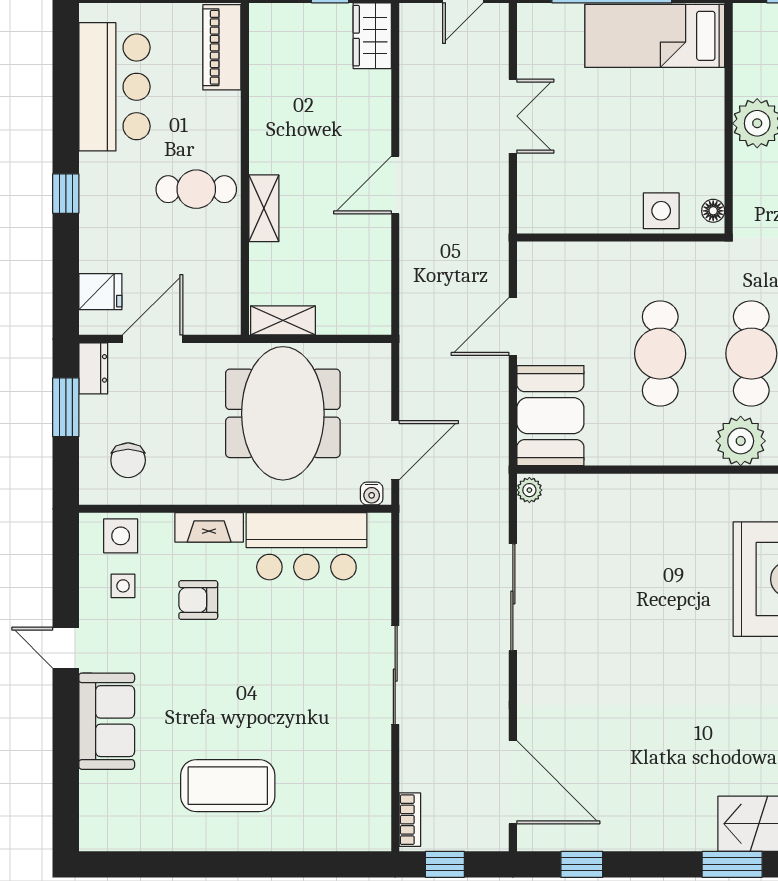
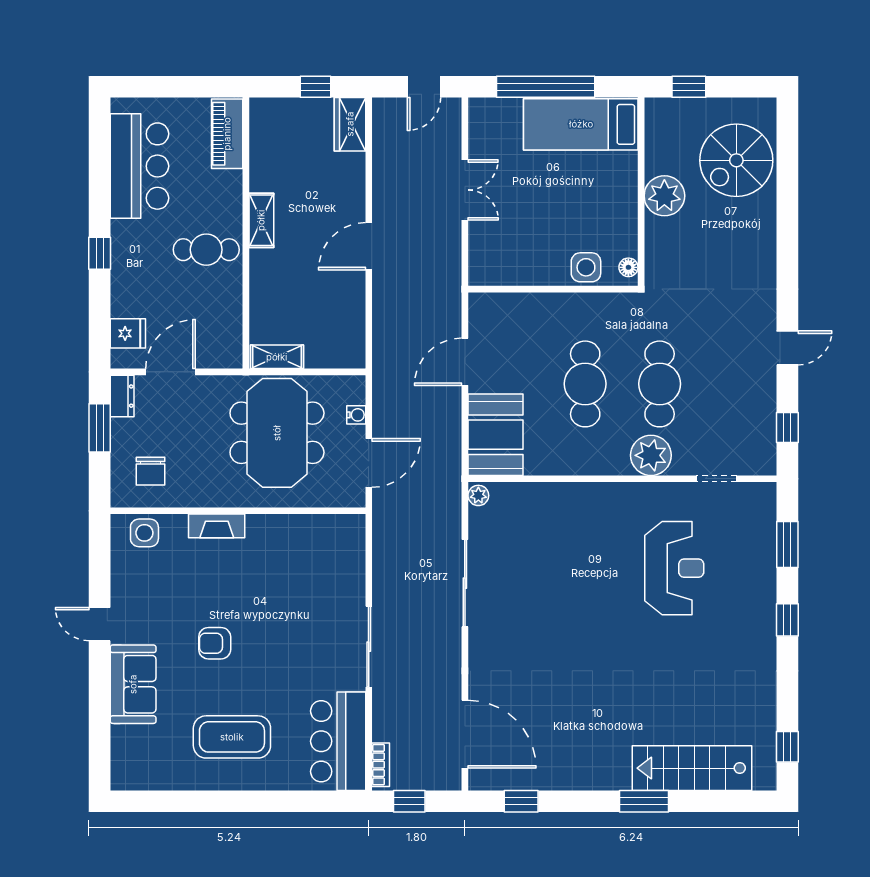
shelving: (264, 208) -> (261, 220), moved
water cooler: (372, 494) -> (356, 415), moved, turned -90
bar counter: (306, 546) -> (338, 741), moved, turned 90
side table: (123, 586) -> (146, 574), removed
armchair: (198, 600) -> (215, 643), moved

